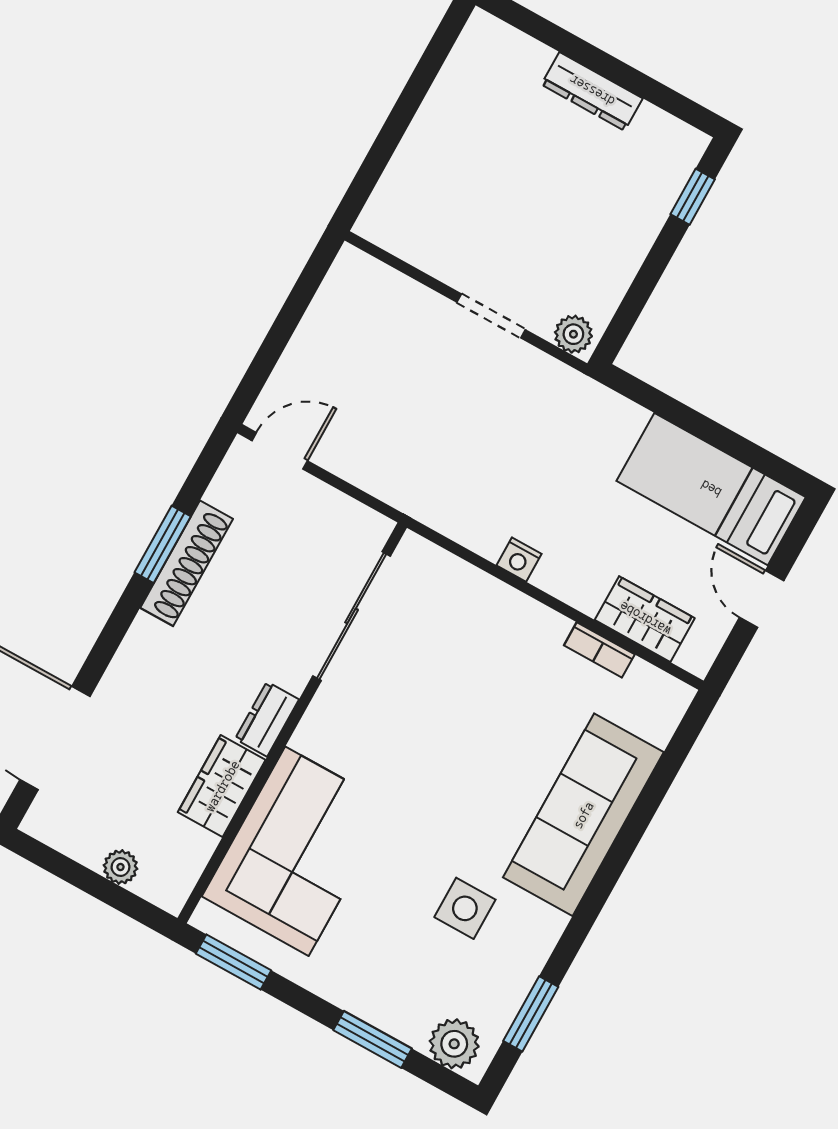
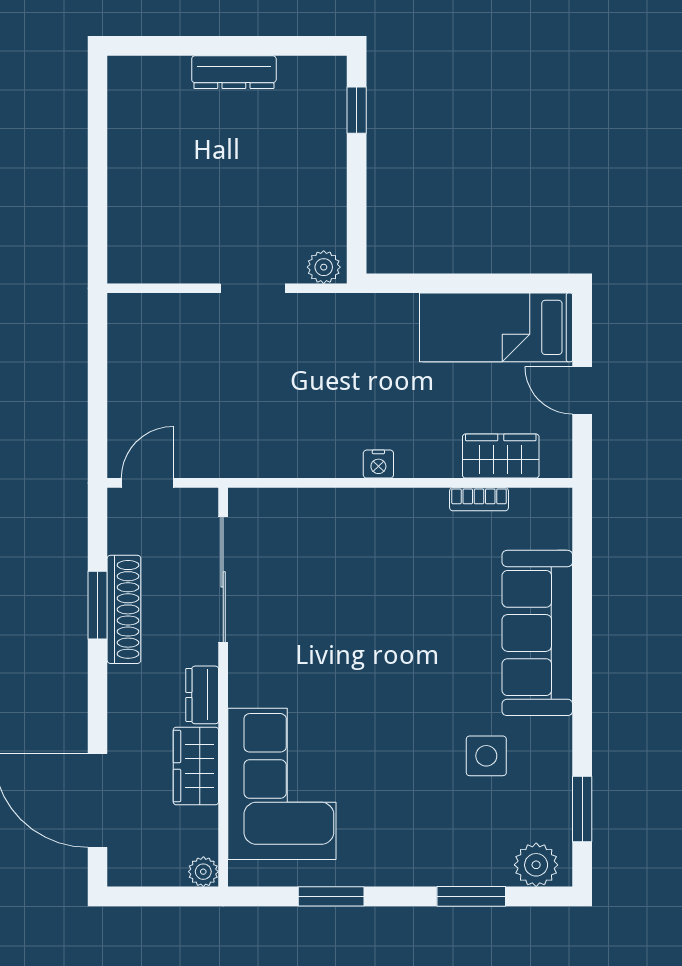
sliding door: (352, 616) -> (223, 579), moved
dresser: (267, 719) -> (202, 695), moved
wall: (292, 723) -> (223, 687), moved
wardrobe: (222, 786) -> (196, 766), moved
corner sofa: (297, 851) -> (282, 784), moved

